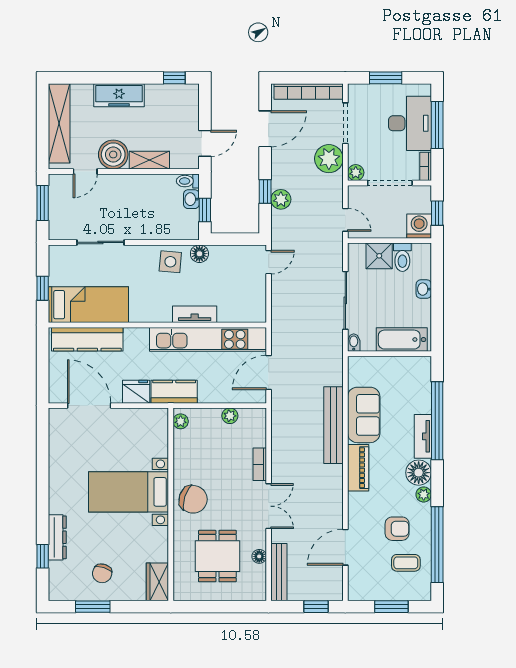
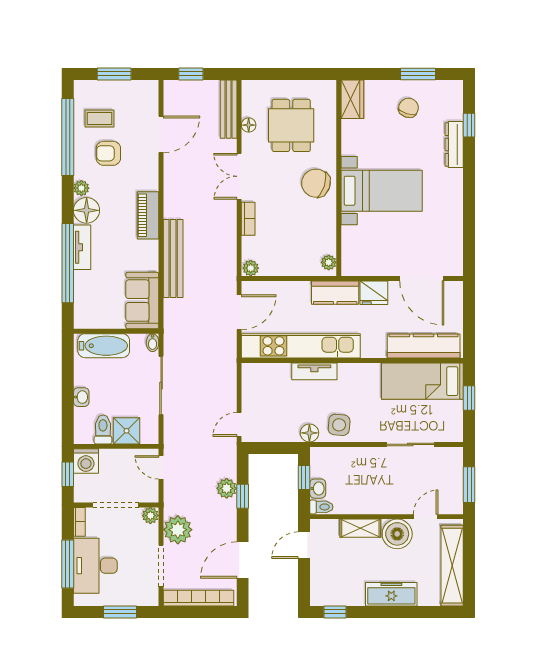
sofa: (364, 415) -> (142, 301), moved
plant: (230, 416) -> (251, 268), moved

